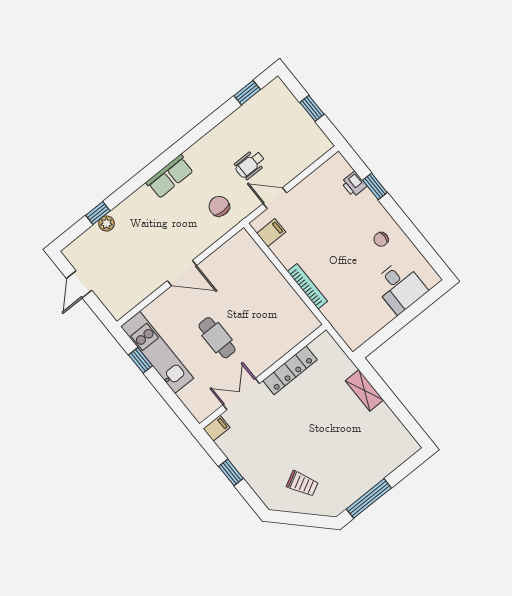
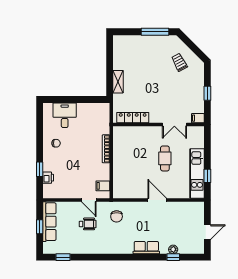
row of seats: (304, 126) -> (49, 222), added
row of seats: (170, 176) -> (146, 248), moved
locker: (290, 370) -> (133, 118), moved

